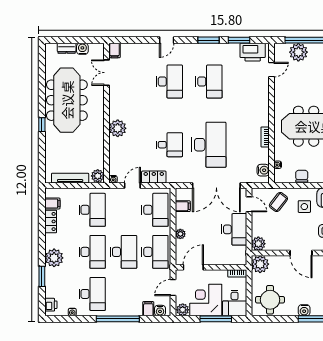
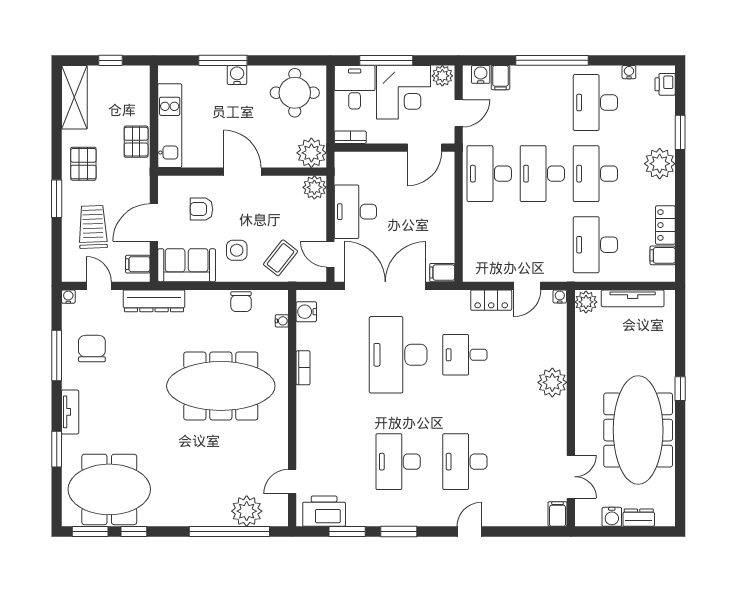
filing cabinet: (183, 206) -> (442, 273), moved
desk: (155, 210) -> (489, 245), removed
plant: (180, 234) -> (446, 204), removed

